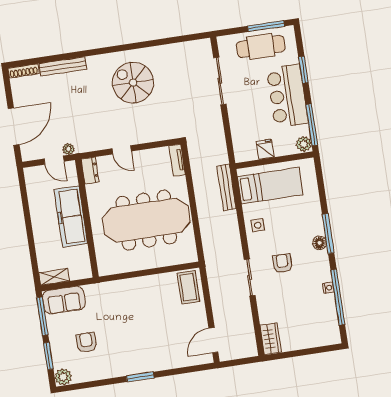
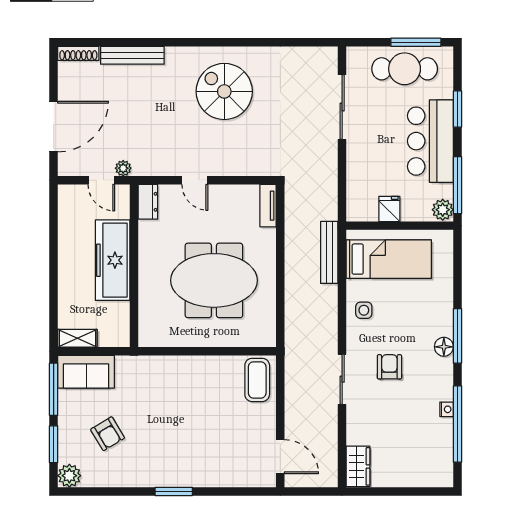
meeting table: (146, 220) -> (214, 280), width x0.73
door: (213, 340) -> (280, 457), swing flipped
armchair: (86, 342) -> (108, 434), turned 149

